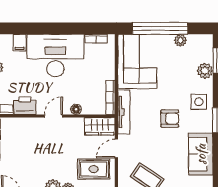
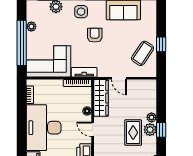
tv unit: (124, 112) -> (84, 72), width x0.71
wardrobe: (100, 126) -> (101, 98), width x1.50
rug: (94, 169) -> (133, 133), moved

